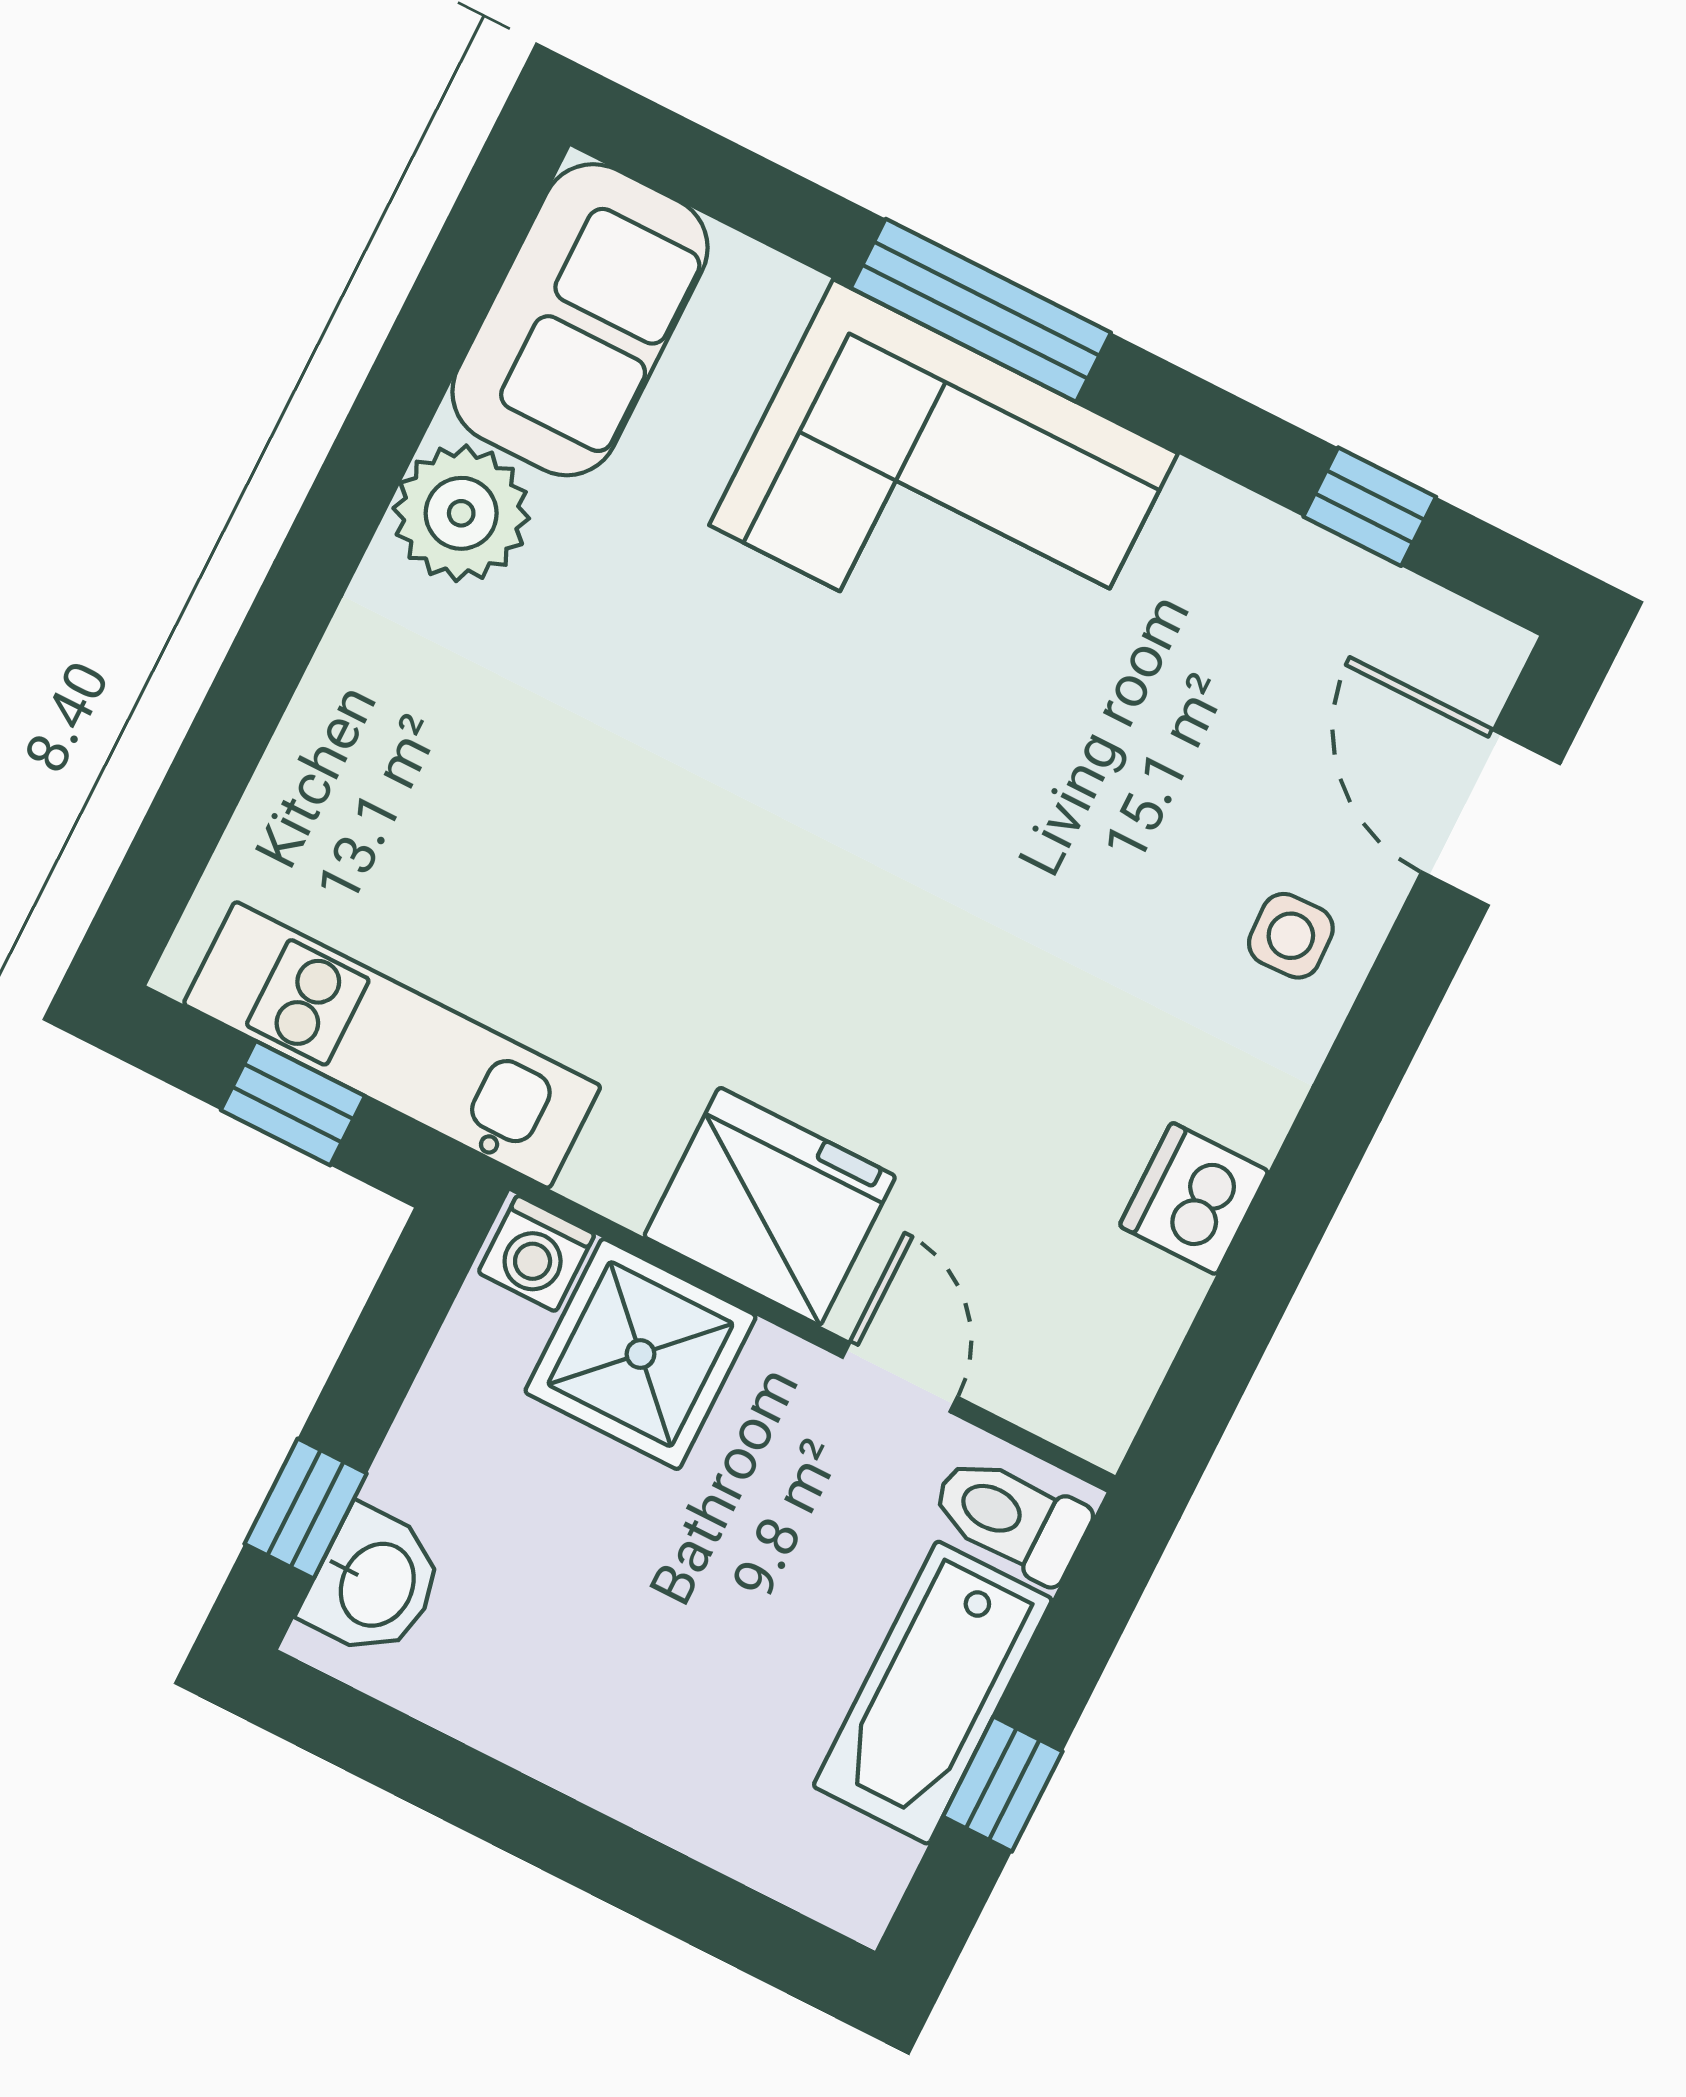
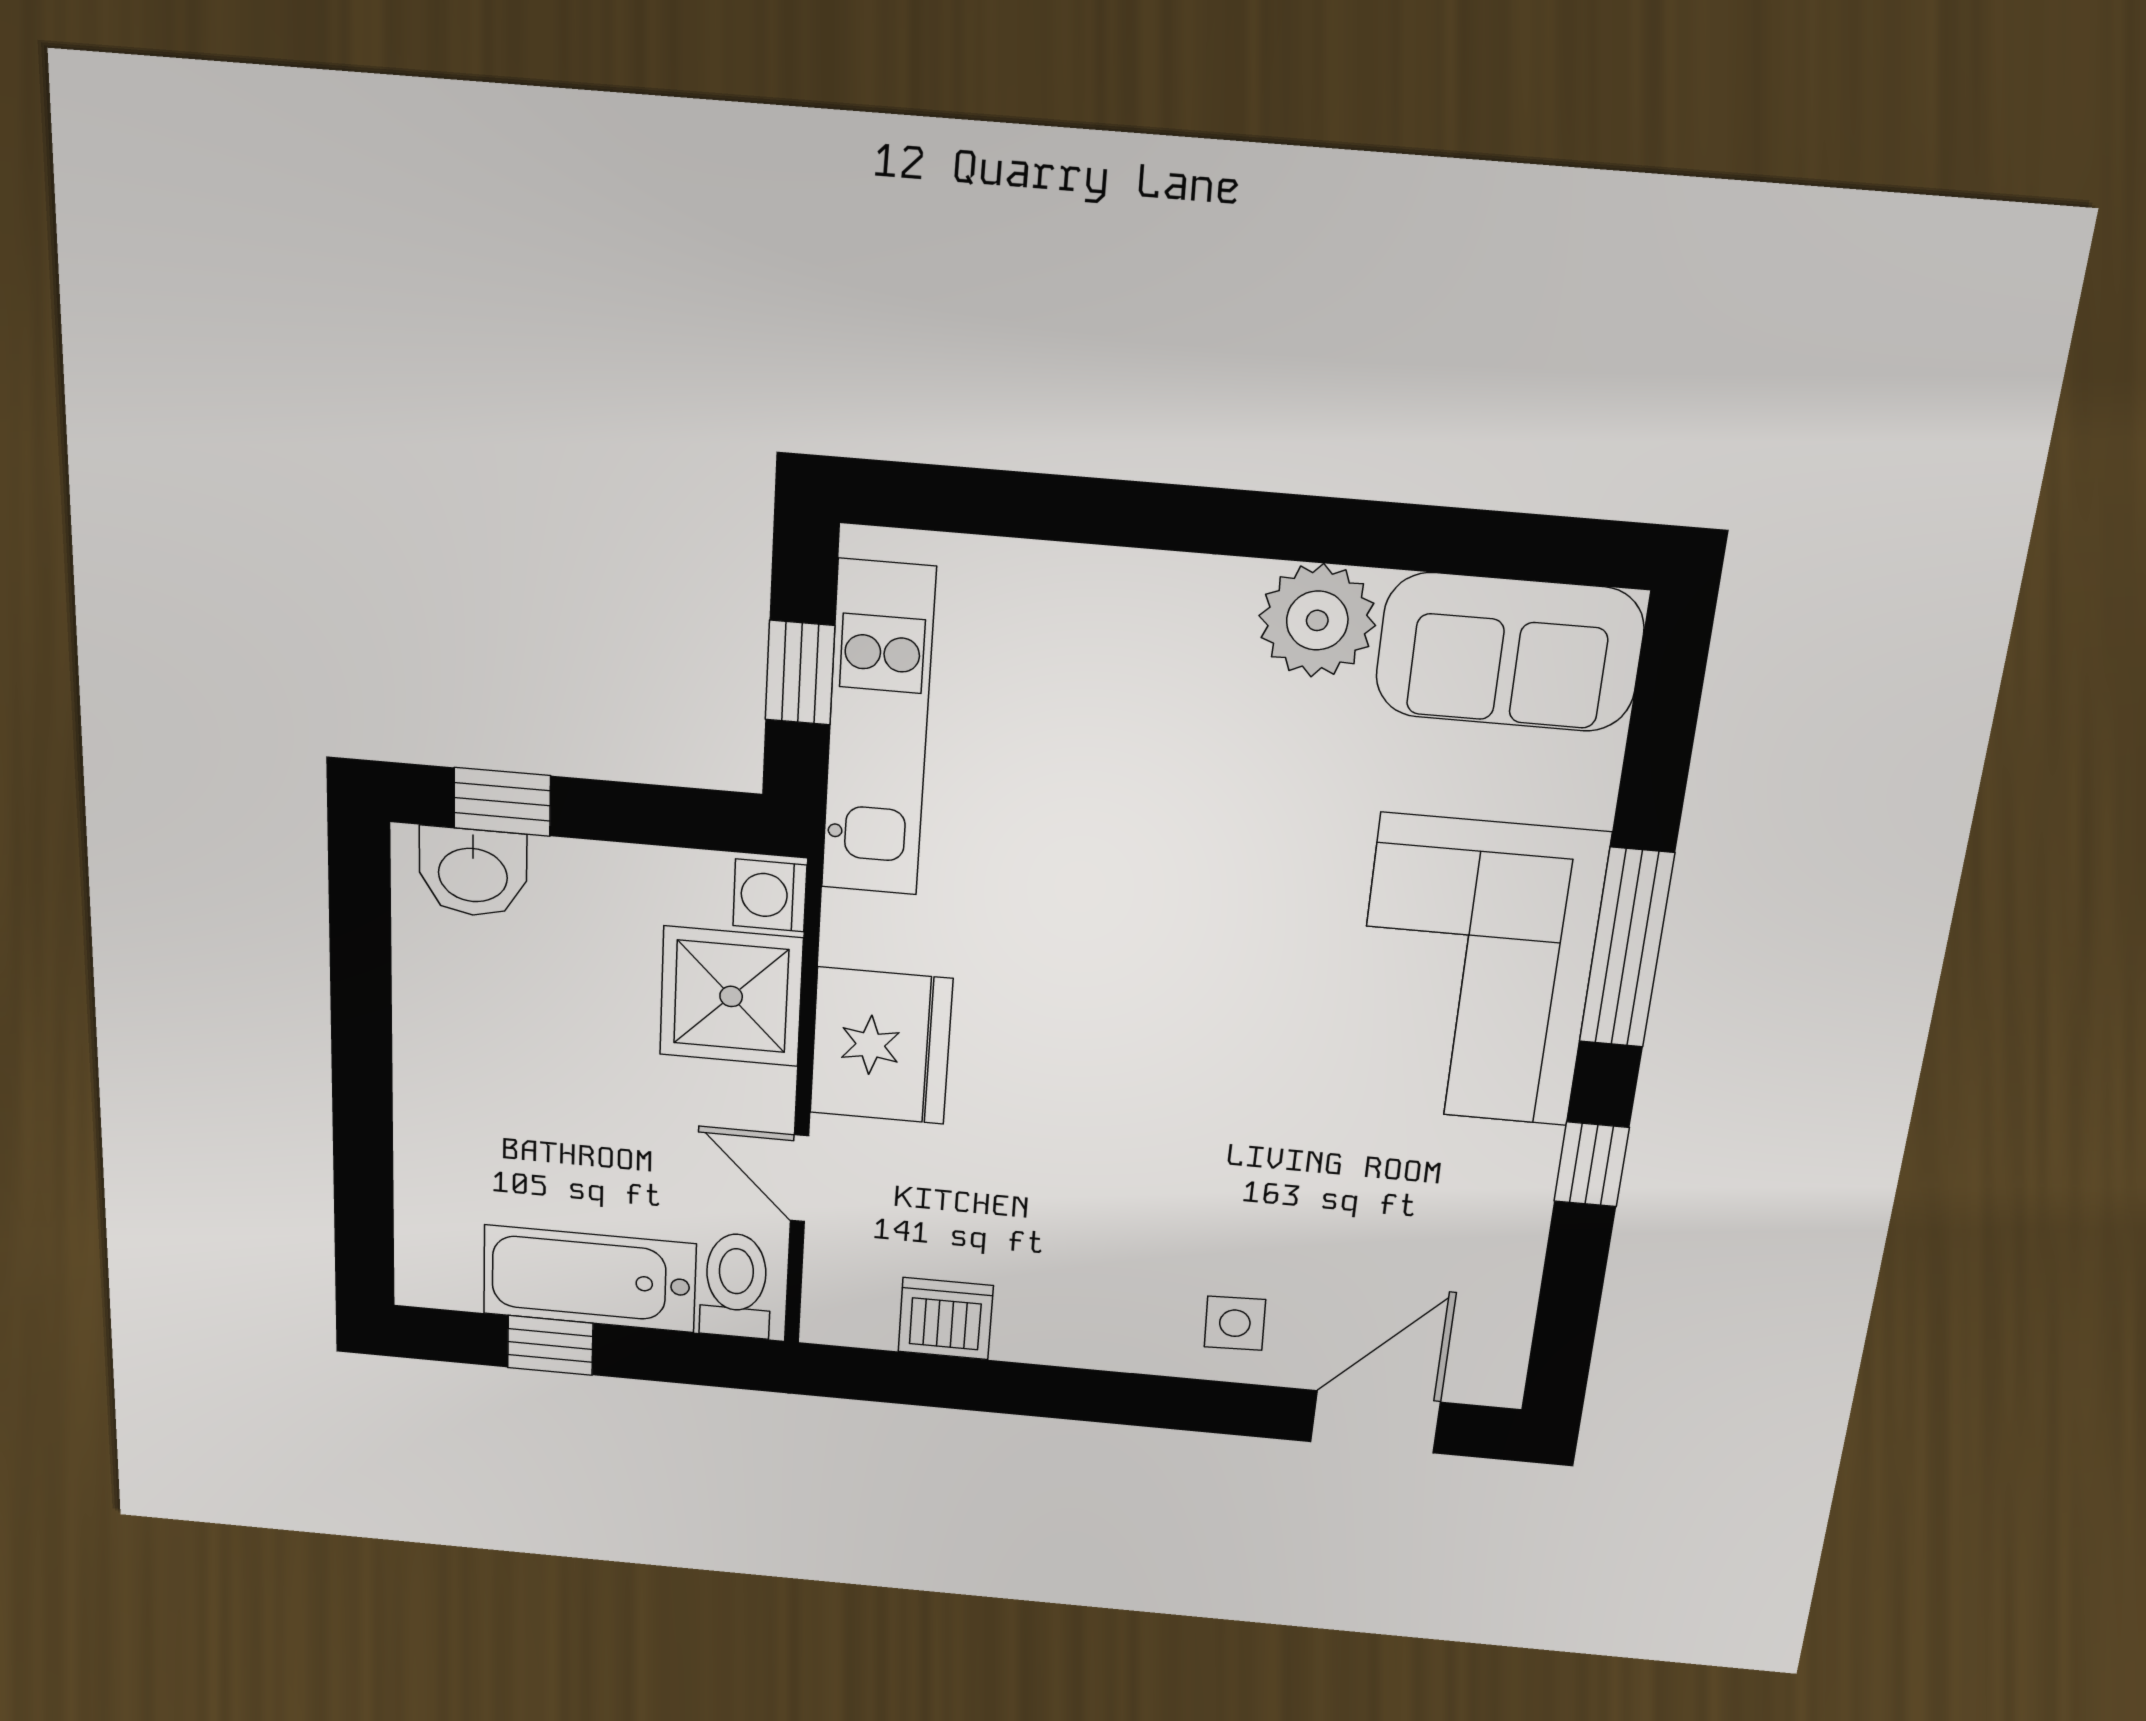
window: (1370, 507) -> (1592, 1164), moved
dishwasher: (1194, 1199) -> (946, 1319), moved
door: (900, 1377) -> (799, 1178), swing flipped

